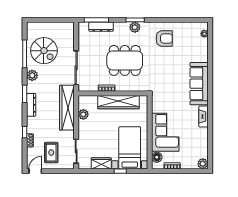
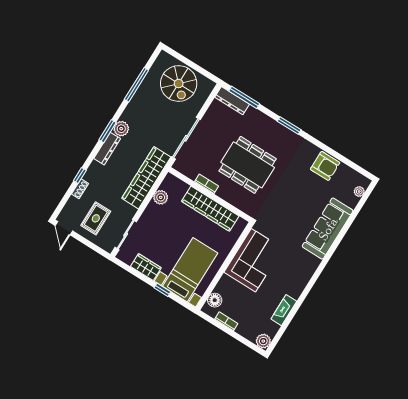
dresser: (101, 27) -> (232, 101), moved
plant: (135, 27) -> (283, 134), removed
armchair: (164, 39) -> (325, 166), moved
spiral stairs: (44, 51) -> (179, 84), moved
plant: (32, 75) -> (121, 129), moved
sofa: (199, 84) -> (328, 229), moved
fireplace: (204, 116) -> (284, 310), moved
corner sofa: (165, 132) -> (253, 260), moved
door: (35, 171) -> (64, 228), swing flipped

